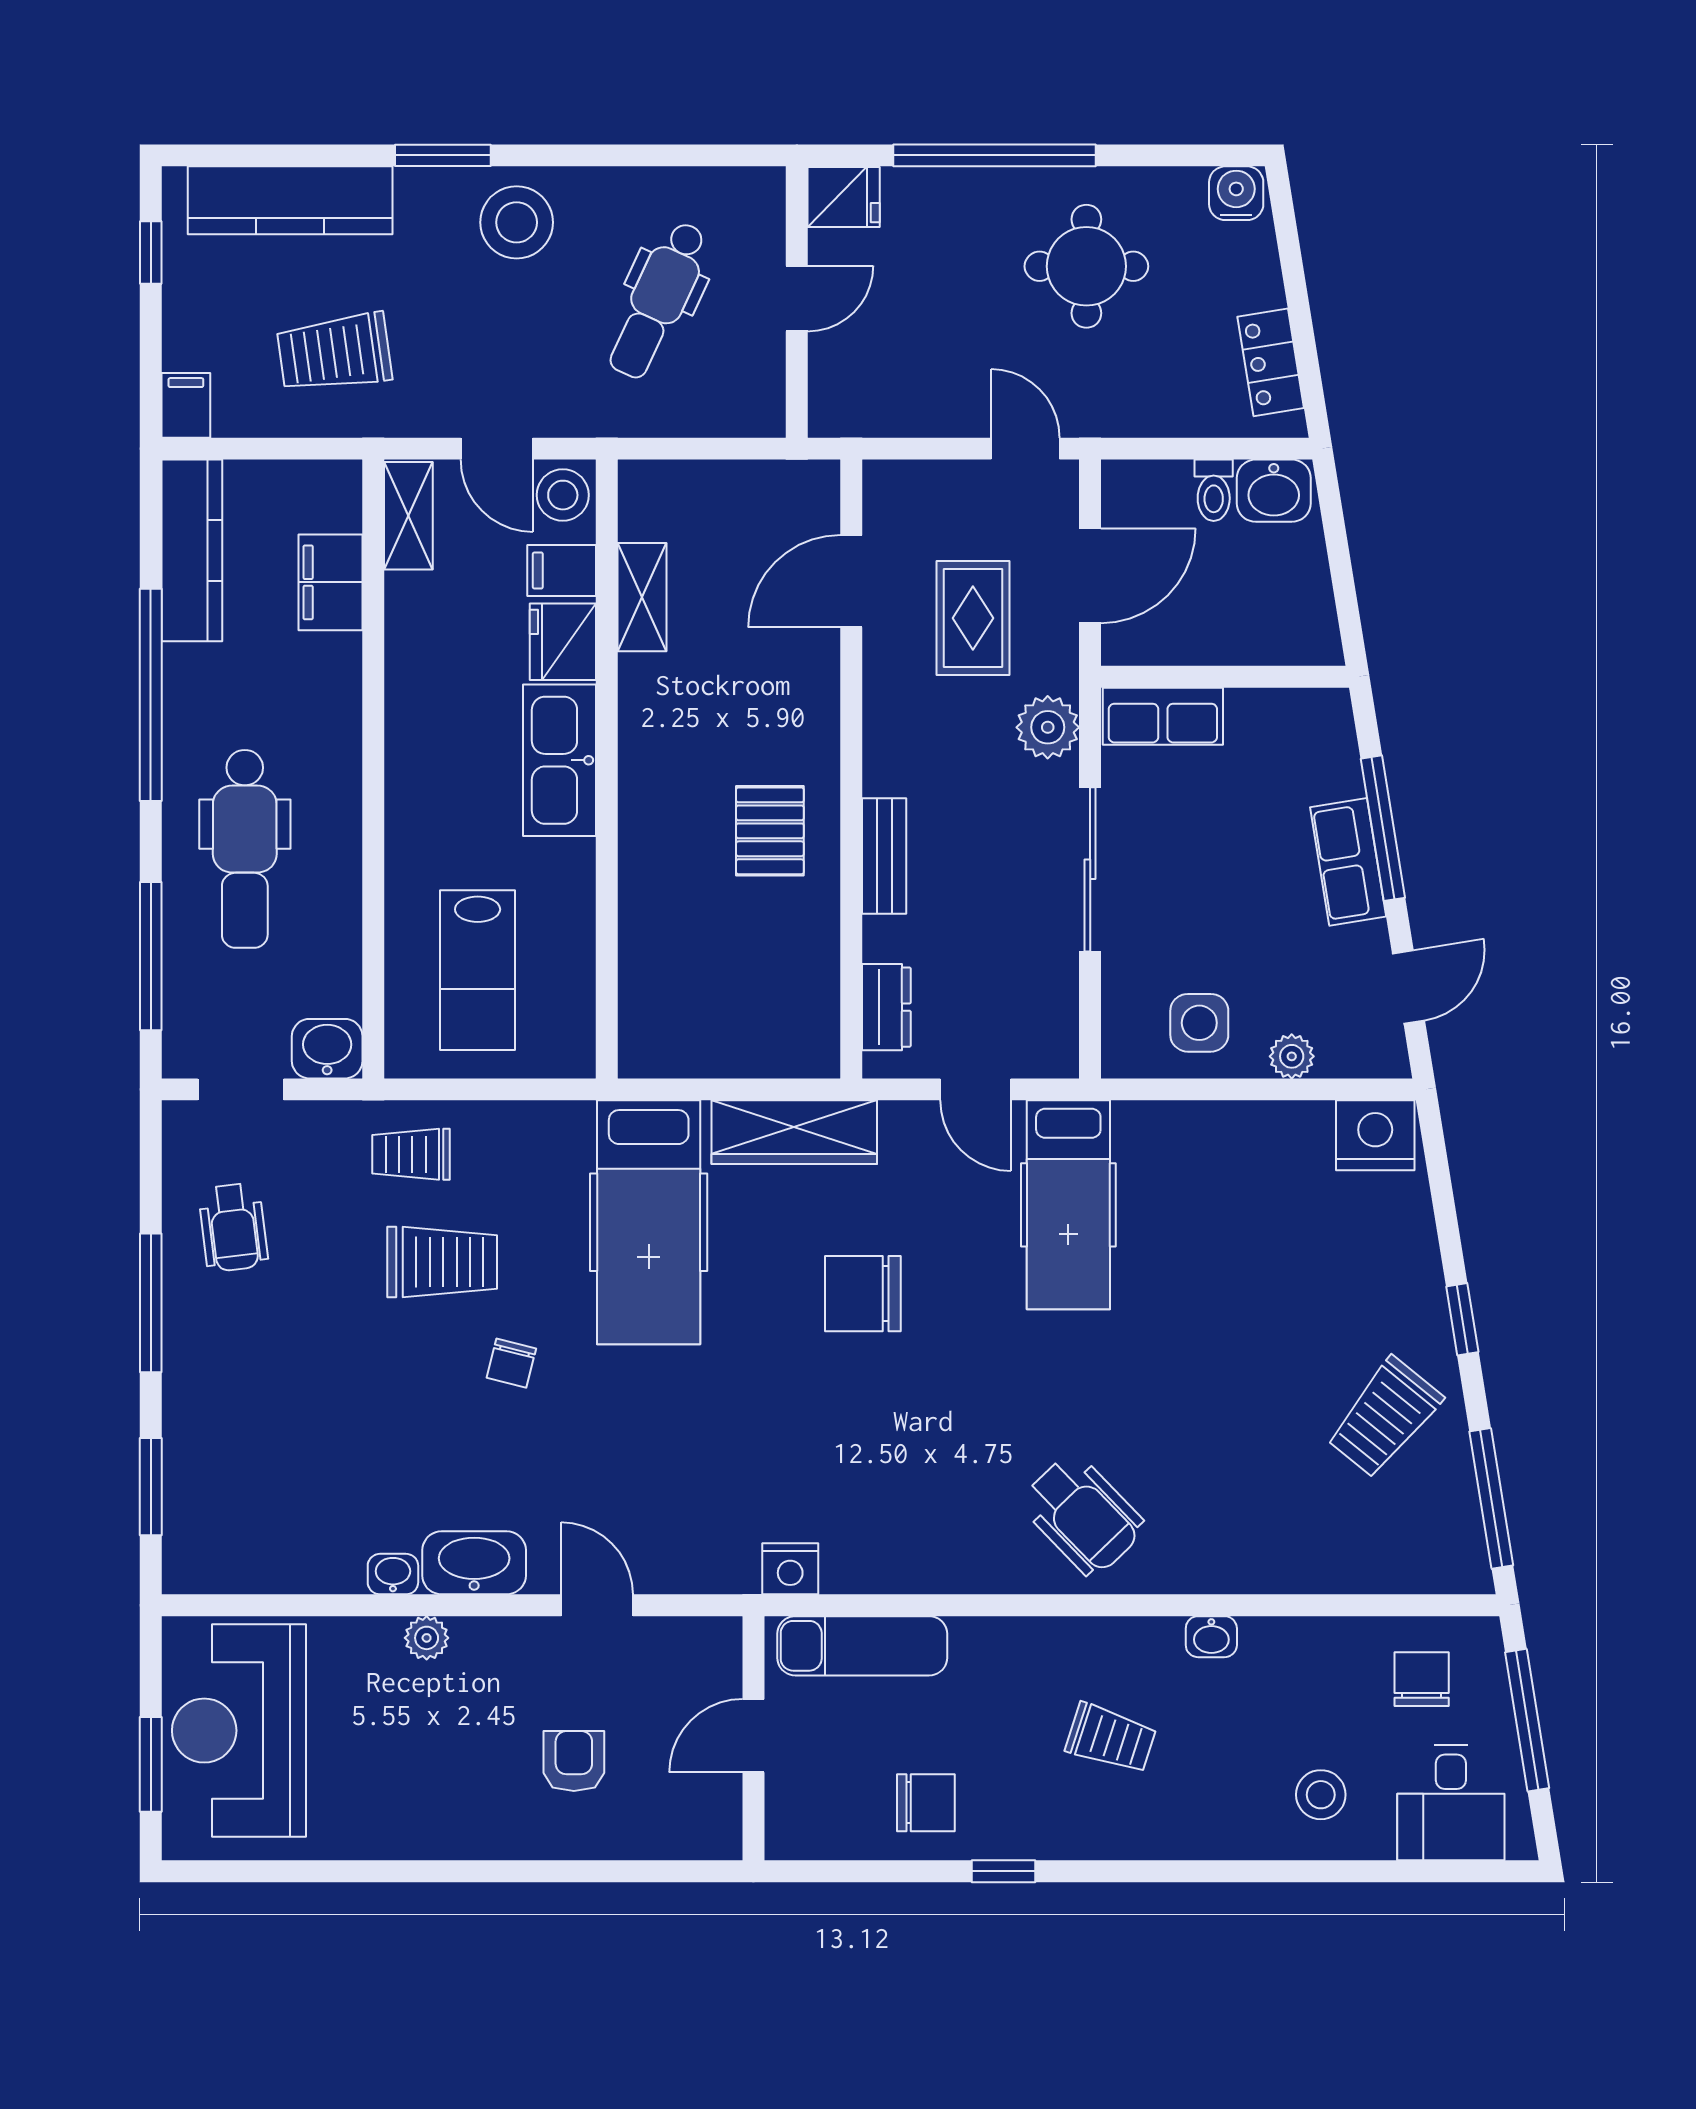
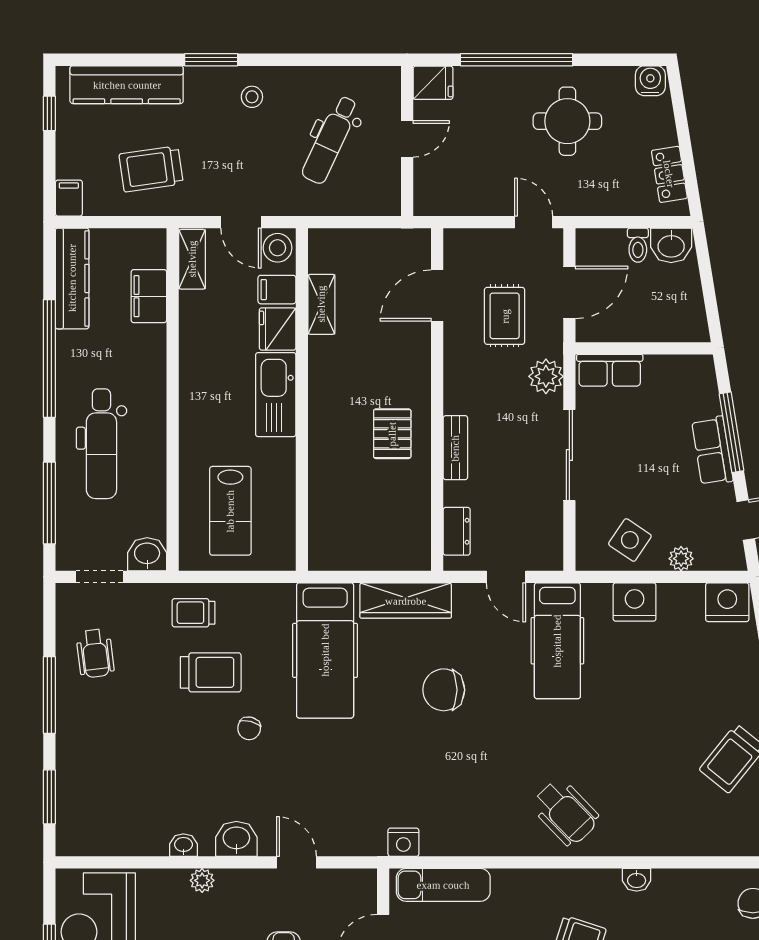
stool: (517, 222) -> (252, 97), width x0.53, depth x0.53
side table: (1199, 1023) -> (630, 540), turned 34
nightstand: (1208, 1135) -> (635, 602), added
washbasin: (474, 1563) -> (236, 839), width x0.72

